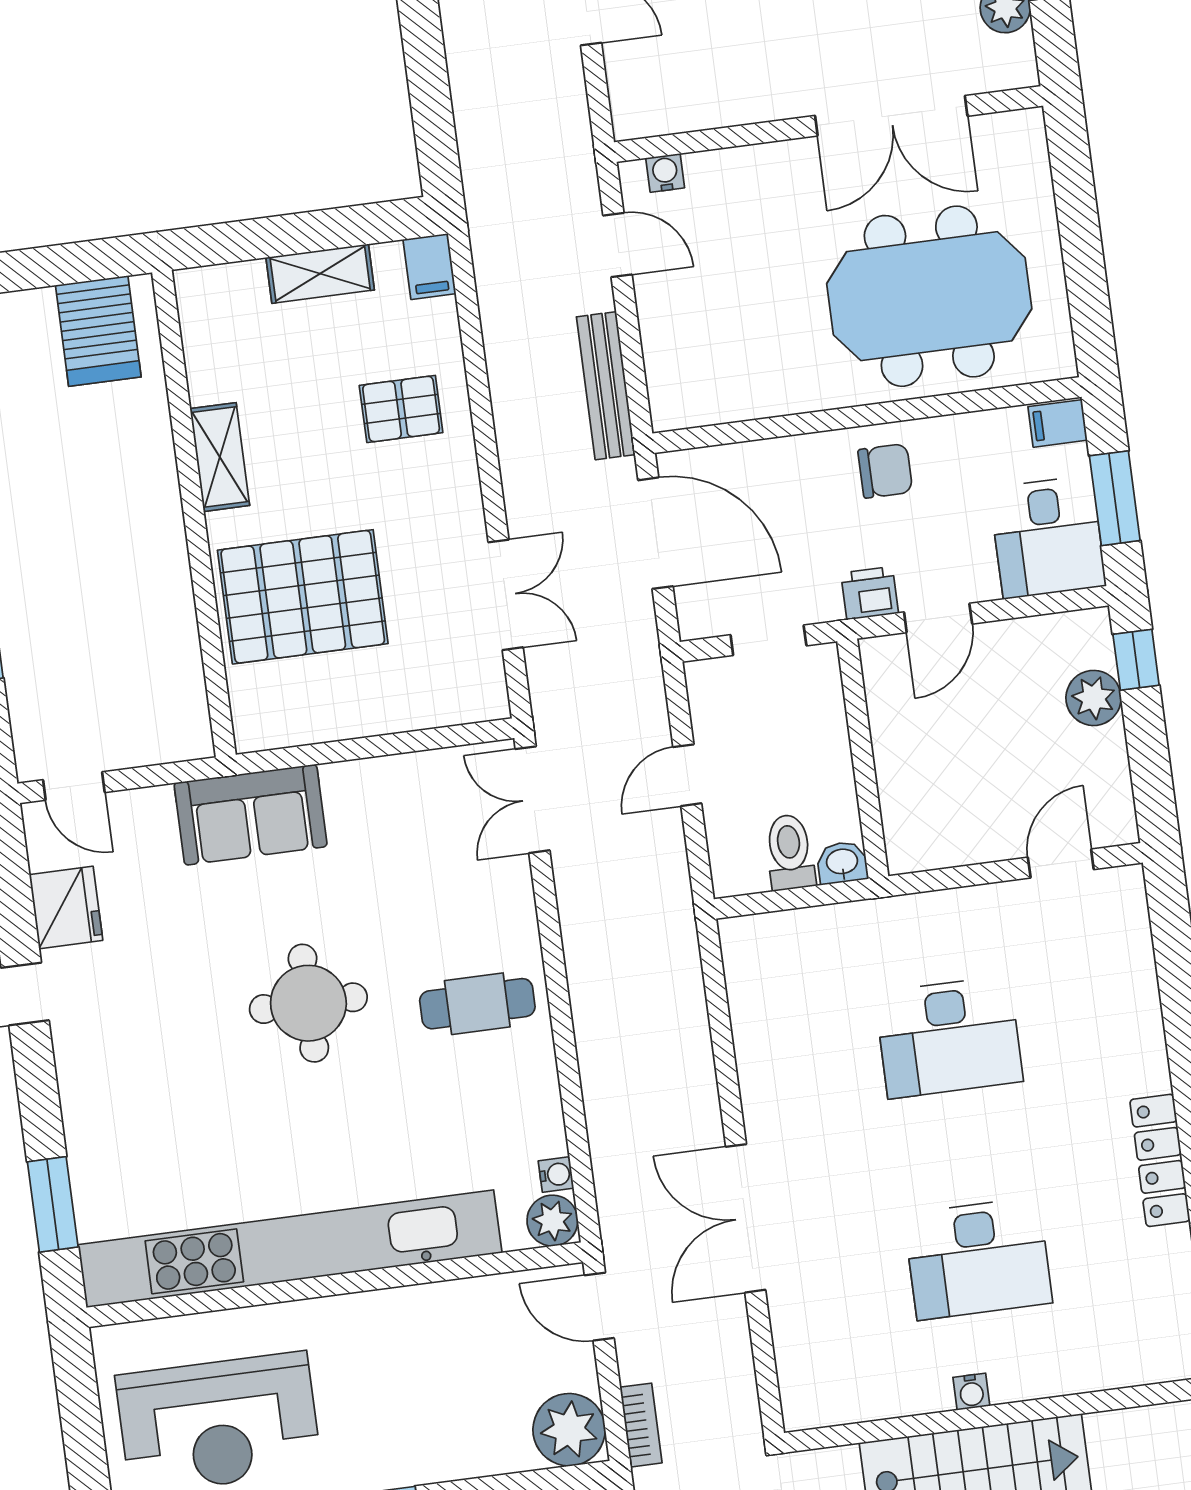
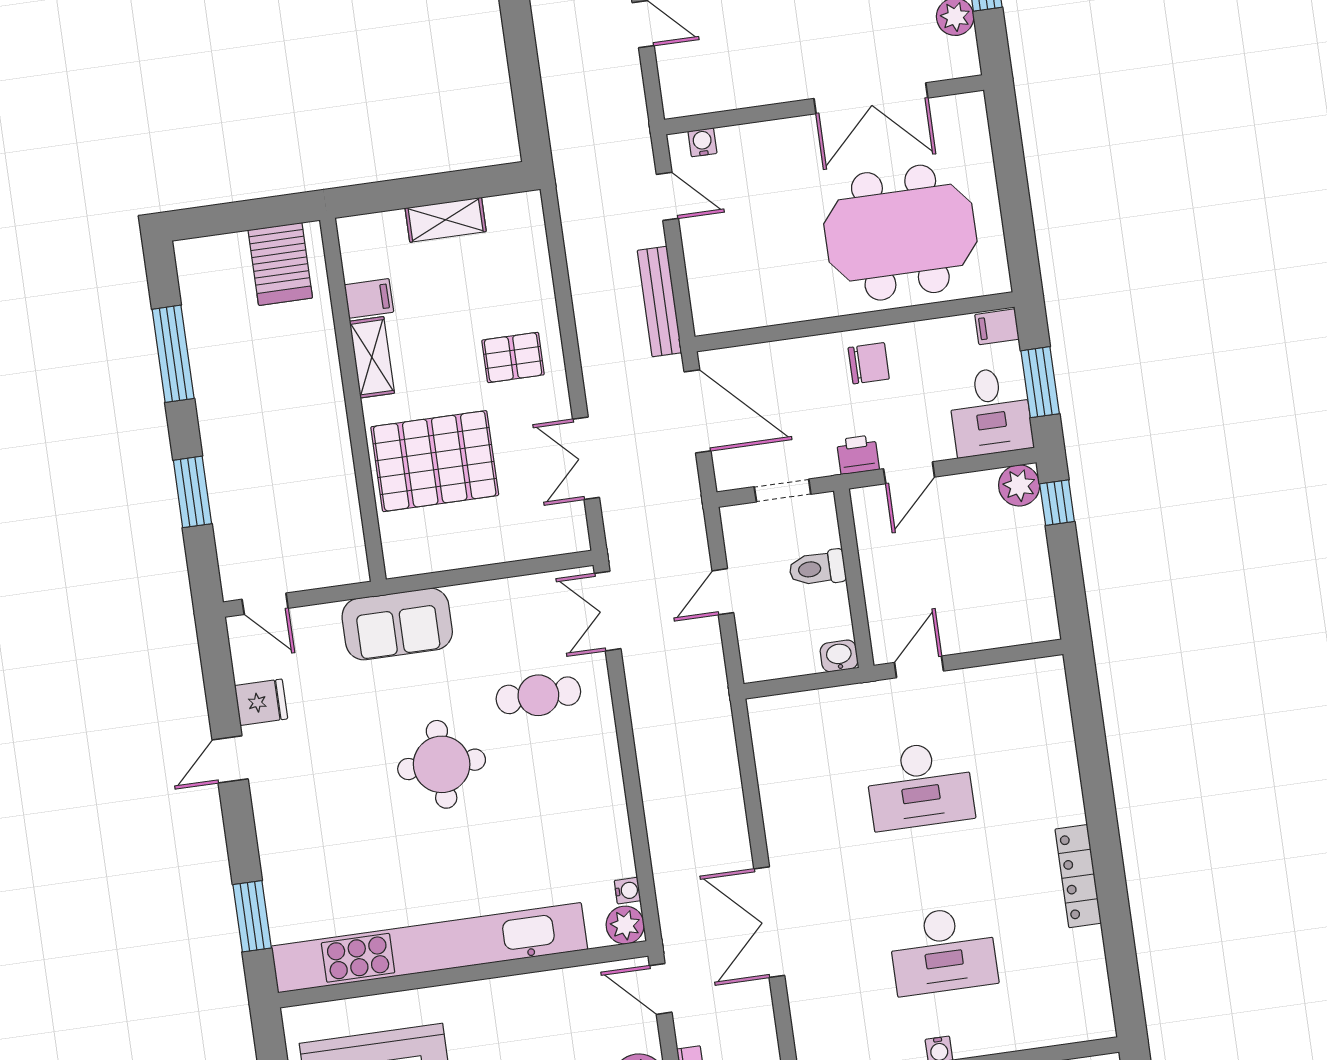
filing cabinet: (430, 266) -> (369, 298), moved, turned -90
pallet: (401, 409) -> (513, 357), moved
double door: (506, 595) -> (586, 458), swing flipped
plant: (1094, 698) -> (1019, 485), moved
toilet: (790, 852) -> (817, 568), moved, turned -90
door: (1061, 863) -> (919, 667), moved
fridge: (66, 907) -> (261, 702), width x0.72
cafe table: (477, 1004) -> (538, 695), moved

